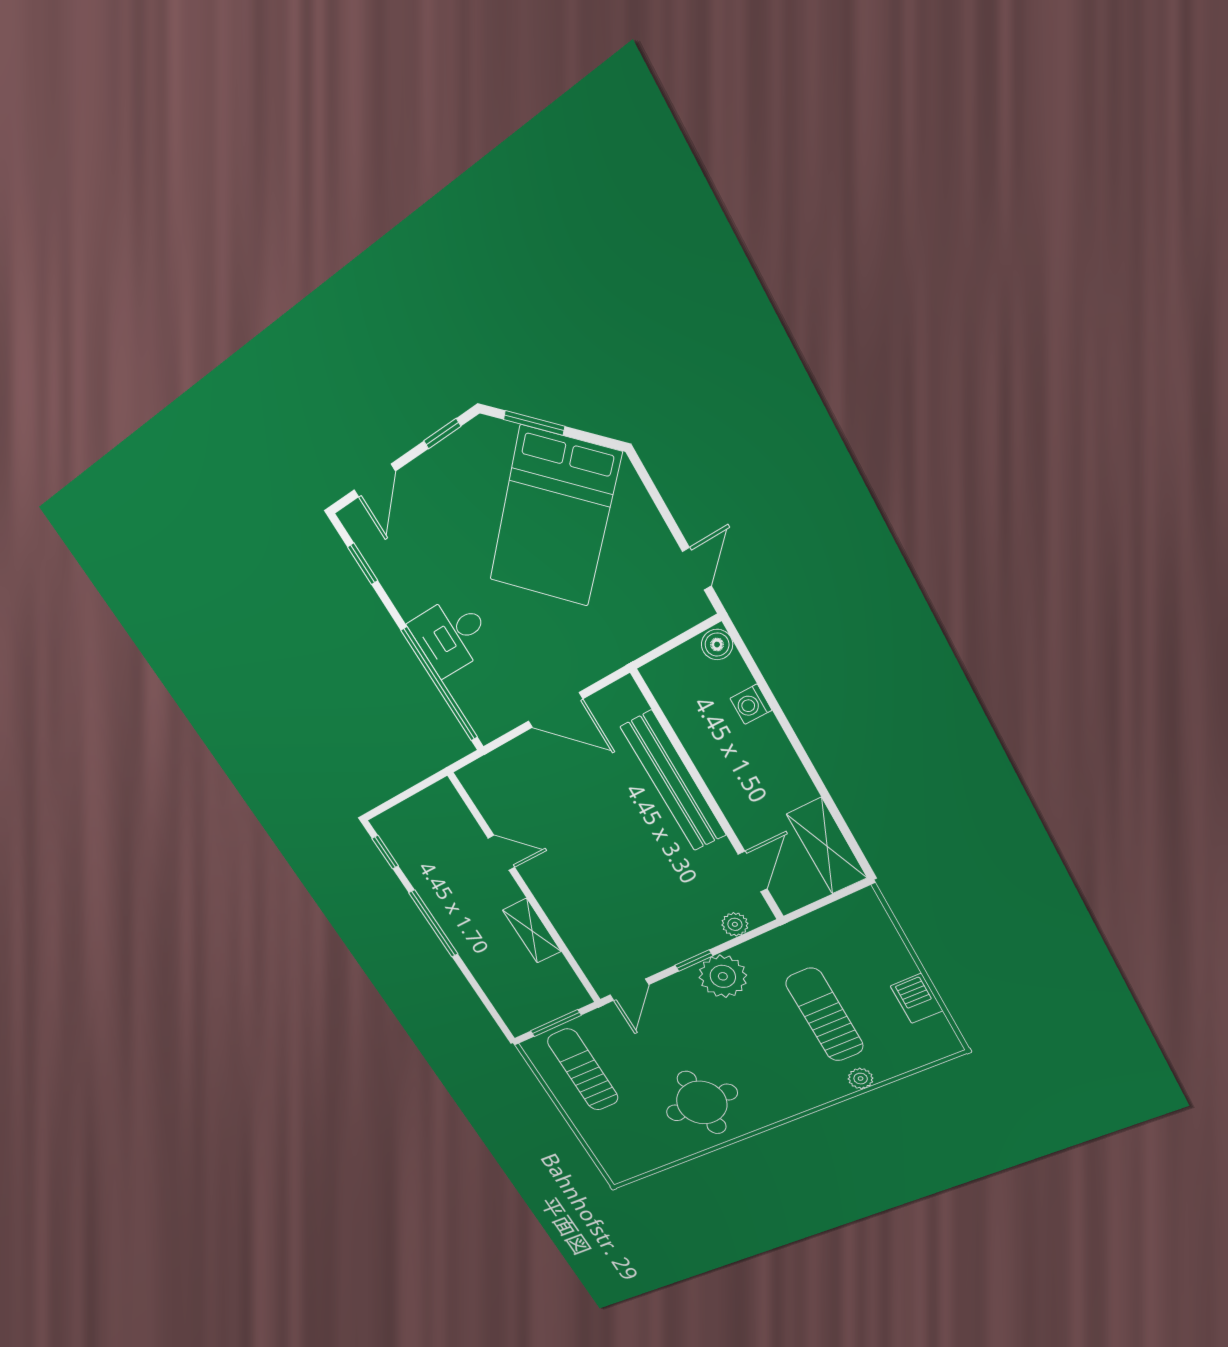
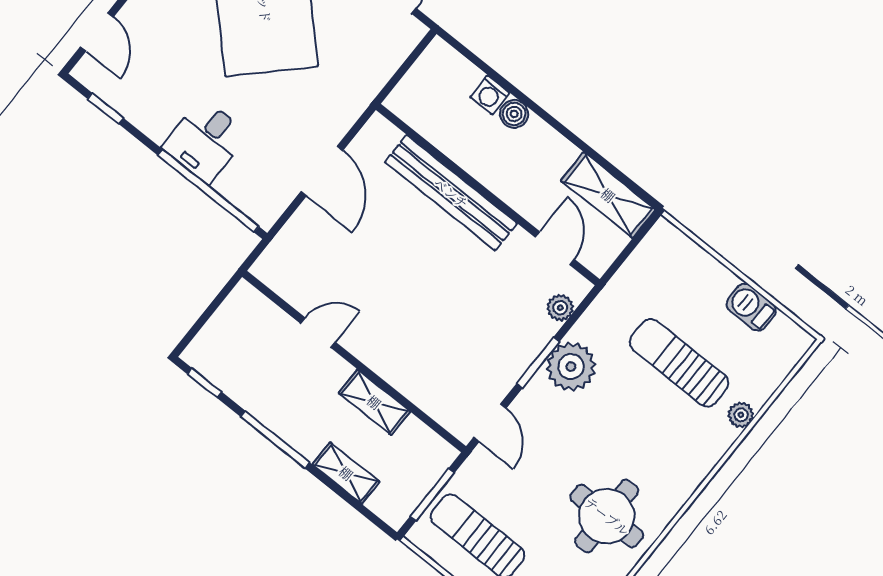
boiler: (717, 645) -> (514, 114), moved
door: (555, 710) -> (322, 171), hinge flipped
window: (694, 961) -> (538, 363), width x1.50
shelving: (487, 975) -> (346, 473), added

